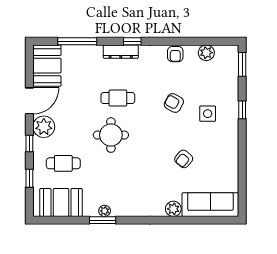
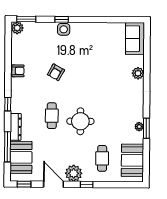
dresser: (121, 52) -> (16, 127), moved
plant: (206, 53) -> (17, 28), moved
booth: (47, 66) -> (21, 157), moved, turned 90
side table: (208, 114) -> (64, 29), moved
armchair: (184, 159) -> (99, 65), removed
window: (29, 178) -> (24, 184), moved
sofa: (210, 205) -> (135, 39), width x0.73

